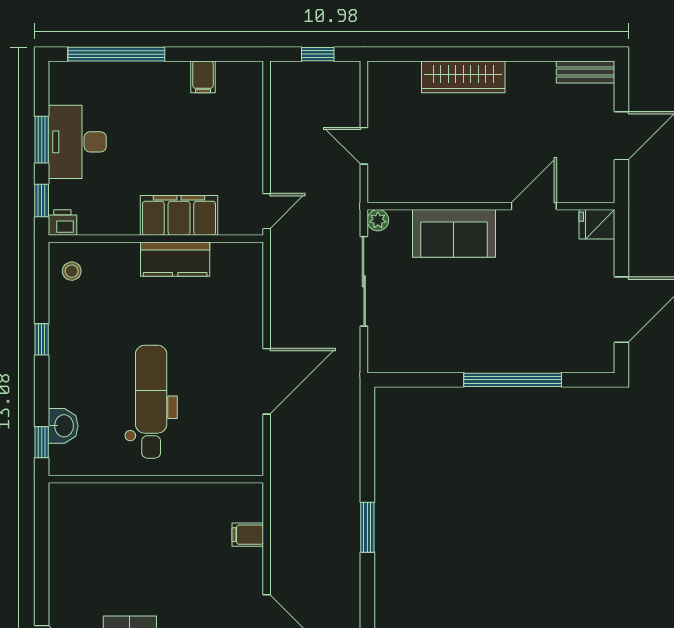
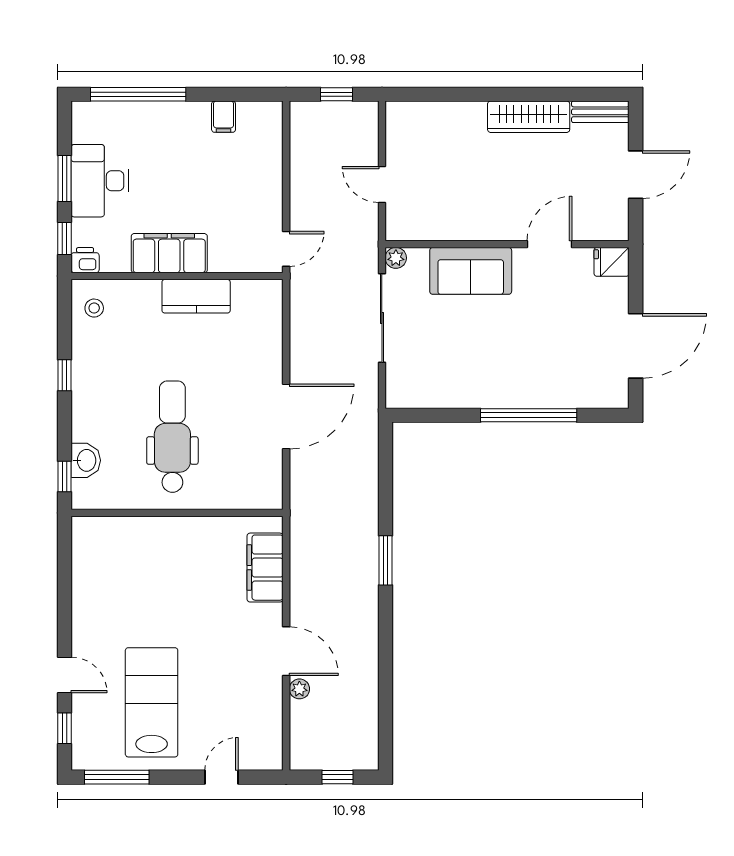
wardrobe: (463, 77) -> (529, 117), moved
filing cabinet: (179, 215) -> (169, 253), moved
filing cabinet: (248, 535) -> (265, 568), width x3.00, depth x1.17

